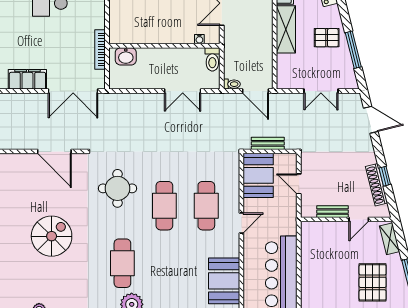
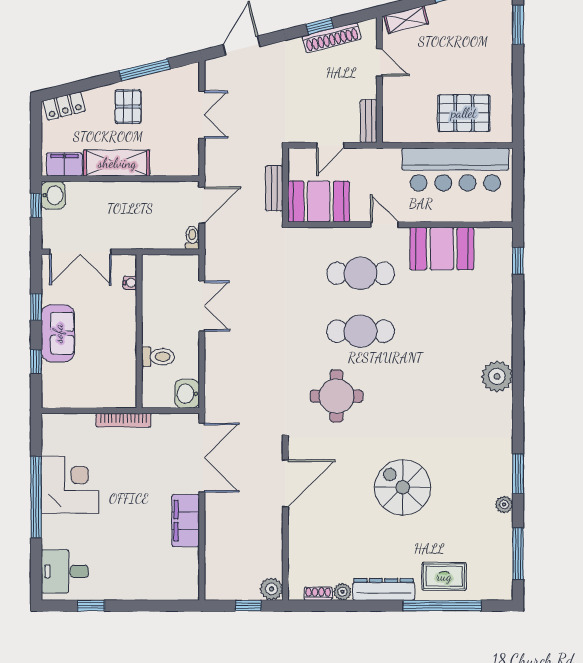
bookcase: (100, 49) -> (123, 420), moved
washbasin: (126, 56) -> (187, 394), moved, turned 180
toilet: (212, 59) -> (158, 357), moved
bench: (333, 212) -> (369, 121), moved
cafe table: (122, 263) -> (440, 389), removed
booth: (224, 281) -> (442, 249), moved
pallet: (373, 282) -> (464, 113), moved

